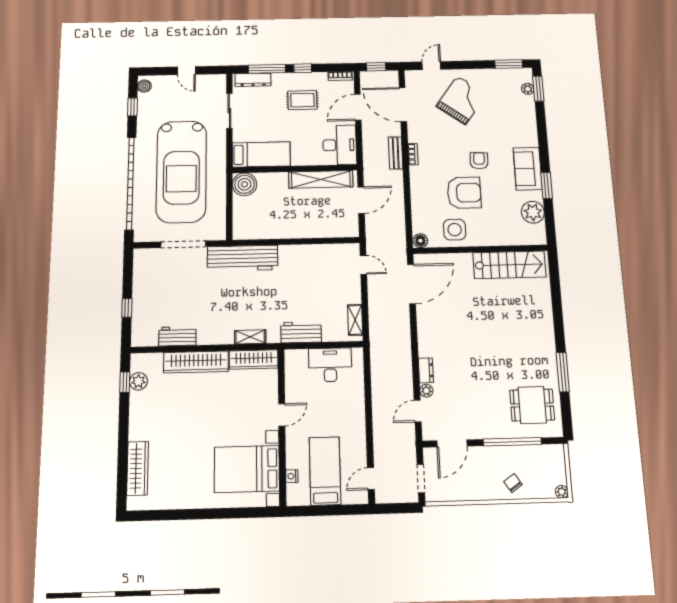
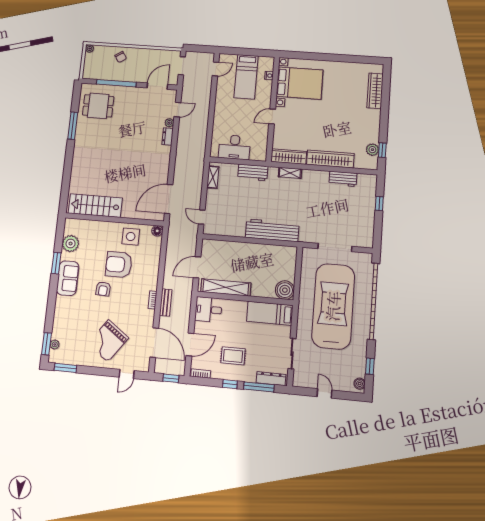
desk: (340, 145) -> (208, 310), width x0.73
workbench: (242, 258) -> (272, 230), moved

